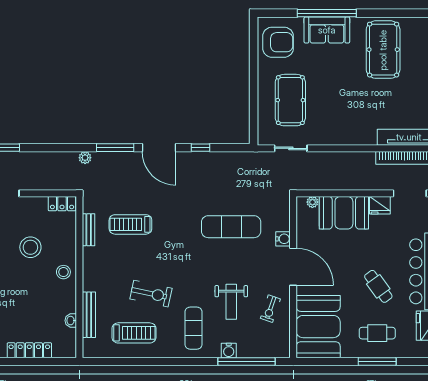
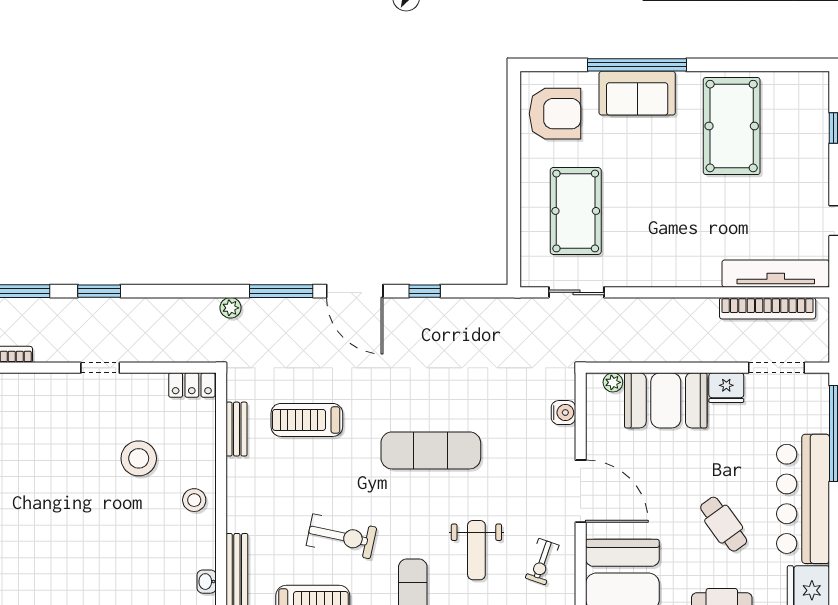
exercise mat: (231, 227) -> (431, 450), moved
water cooler: (283, 239) -> (563, 413), moved

